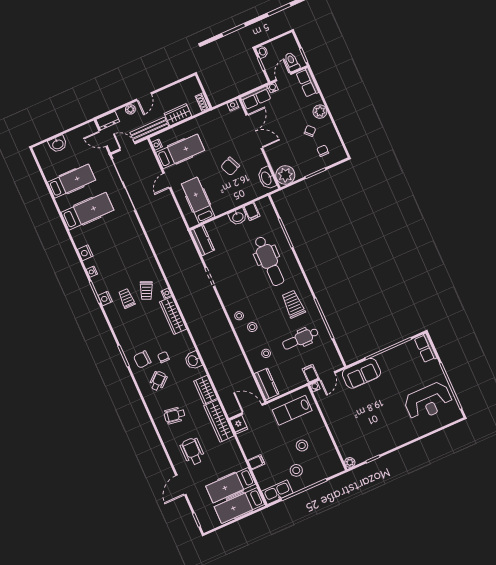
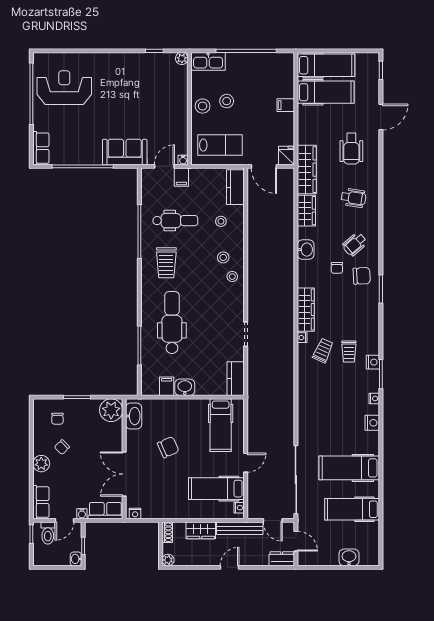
plant: (130, 109) -> (168, 560), moved
stool: (296, 470) -> (203, 106), moved
kitchen sink: (277, 492) -> (208, 61), moved

